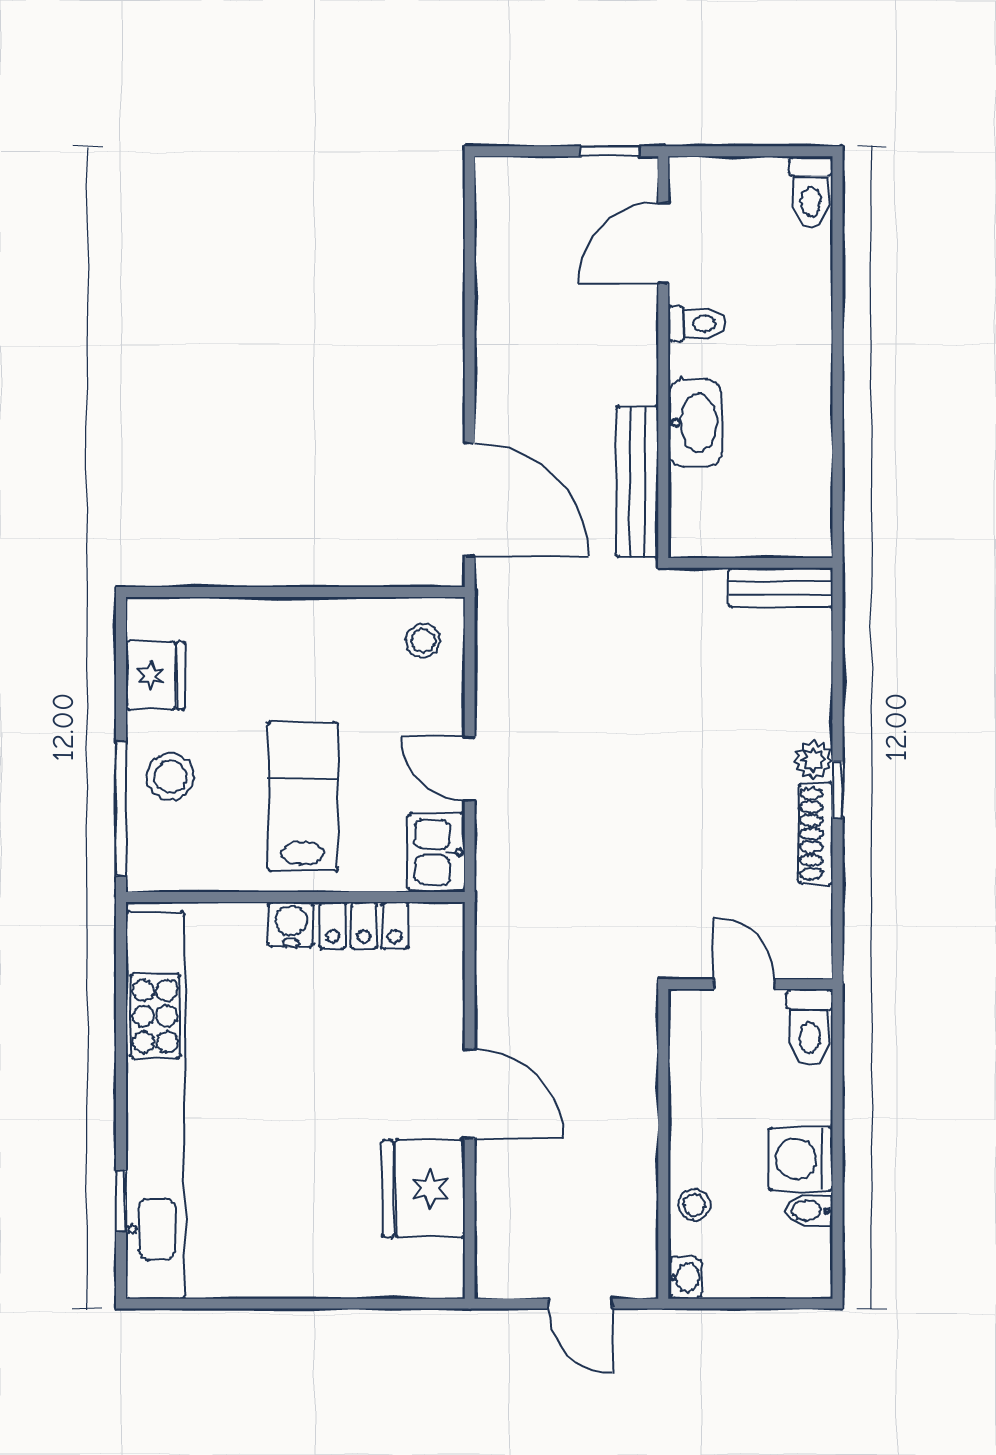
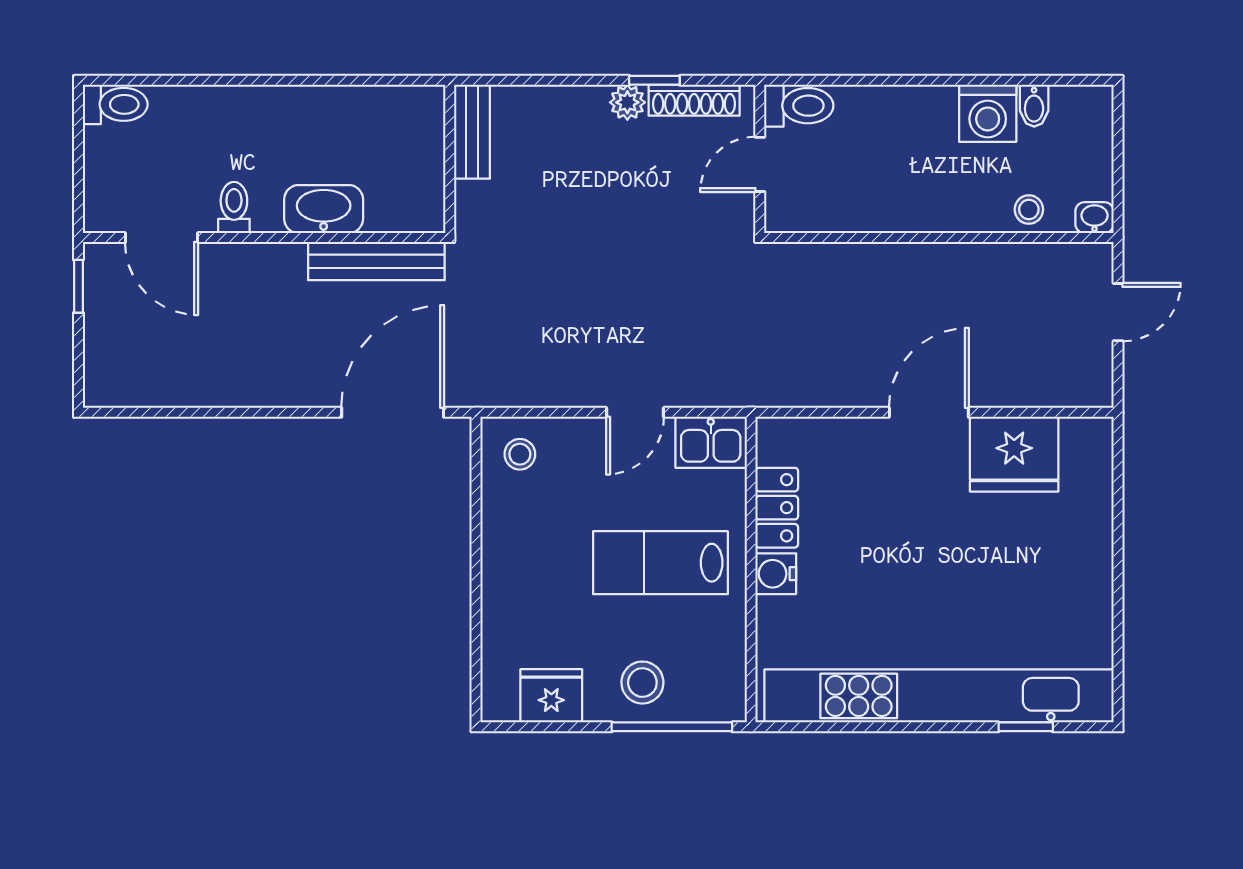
door: (744, 984) -> (760, 164), moved
wall: (750, 984) -> (760, 159), moved
toilet: (809, 1027) -> (799, 106), moved

